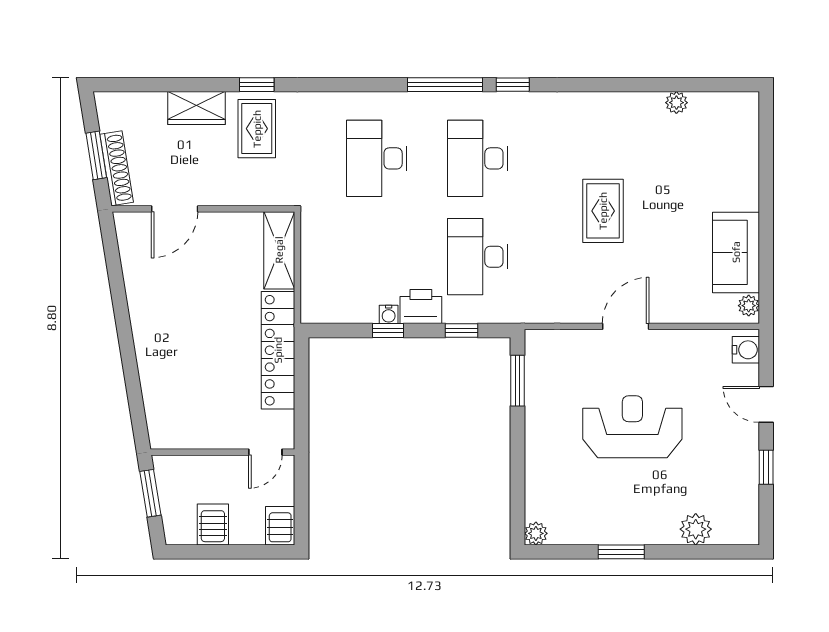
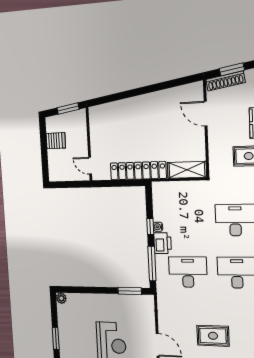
window: (462, 331) -> (152, 264), width x2.17
server rack: (280, 526) -> (57, 174), removed

